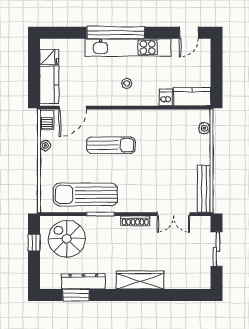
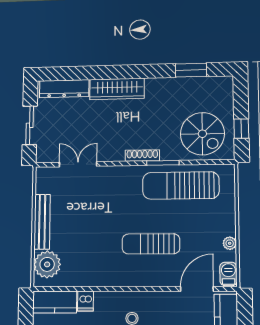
plant: (204, 128) -> (47, 264), width x1.88, depth x1.88
bench: (204, 189) -> (42, 222), moved
sun lounger: (85, 194) -> (181, 186), turned 180
shoe rack: (135, 221) -> (142, 156), moved
dresser: (83, 281) -> (64, 89), moved

